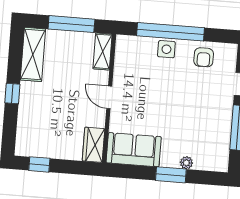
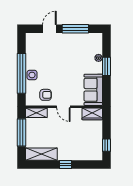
armchair: (204, 57) -> (46, 95), moved
door: (109, 97) -> (63, 107), hinge flipped

